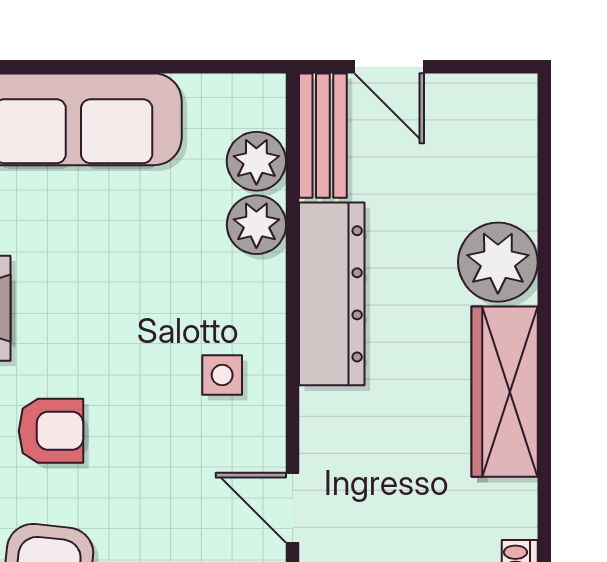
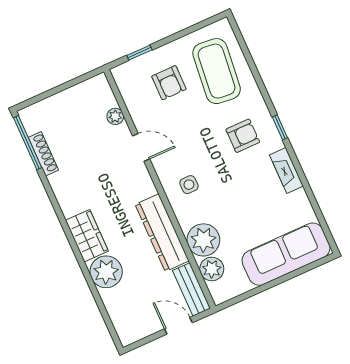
plant: (256, 225) -> (203, 240), width x1.36, depth x1.36
wardrobe: (505, 392) -> (87, 236), width x0.67
armchair: (51, 431) -> (243, 136), turned 180

